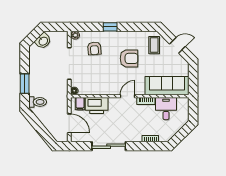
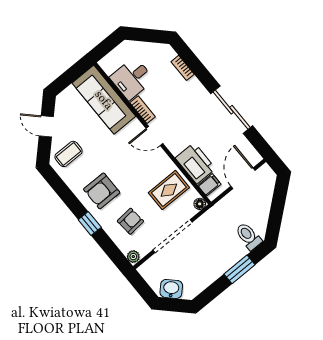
armchair: (129, 58) -> (102, 191), moved, turned -90
rug: (94, 81) -> (169, 190), added

